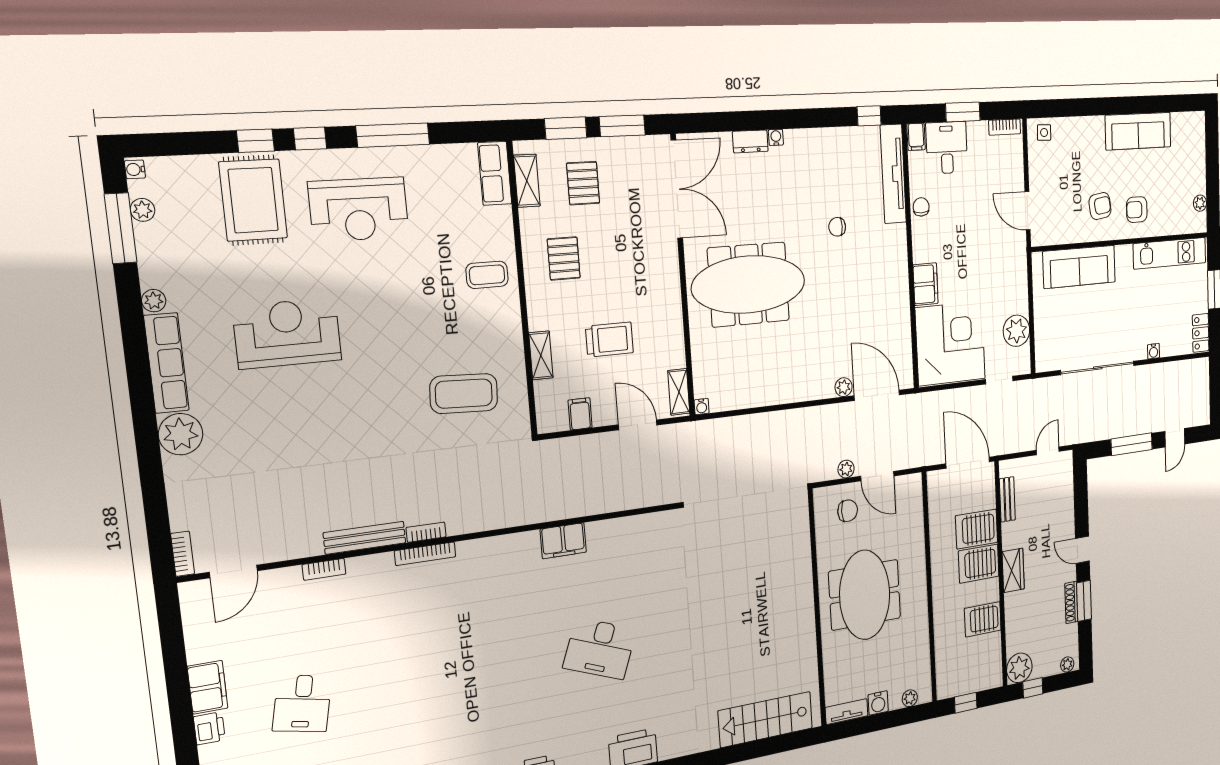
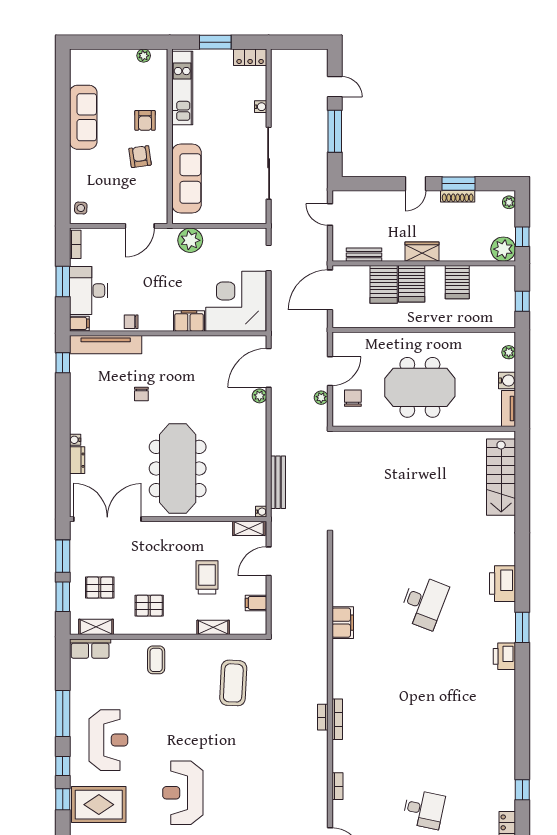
desk: (947, 148) -> (89, 291), width x1.37
plant: (1016, 331) -> (190, 240), moved
bench: (365, 538) -> (278, 482), moved

